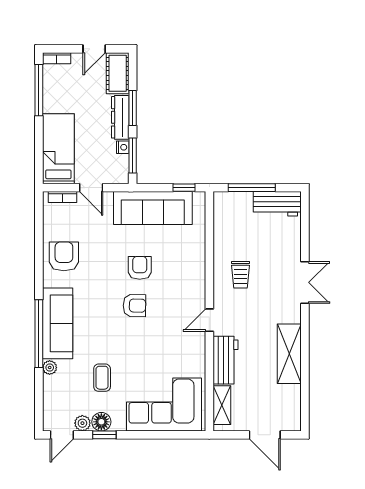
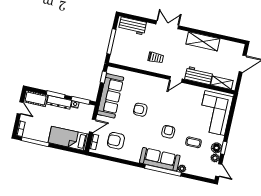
workbench: (277, 204) -> (132, 26), moved, turned 90
armchair: (64, 256) -> (116, 141), moved
armchair: (134, 306) -> (168, 132), moved
door: (209, 320) -> (176, 79), hinge flipped

